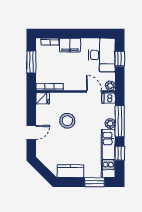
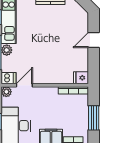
door: (94, 92) -> (24, 85), swing flipped
stool: (67, 121) -> (54, 53), removed

